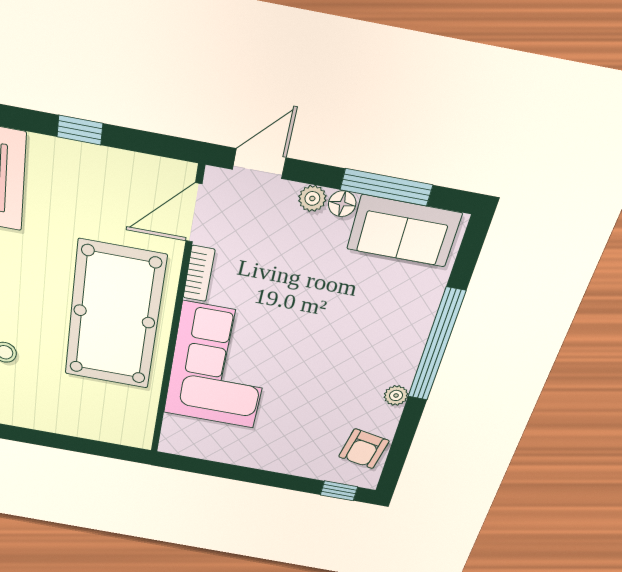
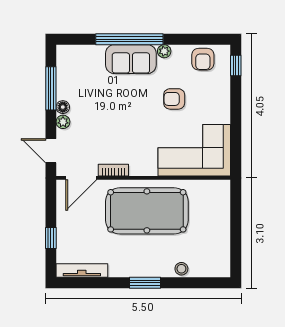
door: (194, 213) -> (81, 178), hinge flipped
sofa: (404, 231) -> (131, 59), moved, turned 90
corner sofa: (219, 367) -> (194, 150), moved
armchair: (307, 395) -> (174, 99), added
armchair: (364, 449) -> (203, 59), turned 79

